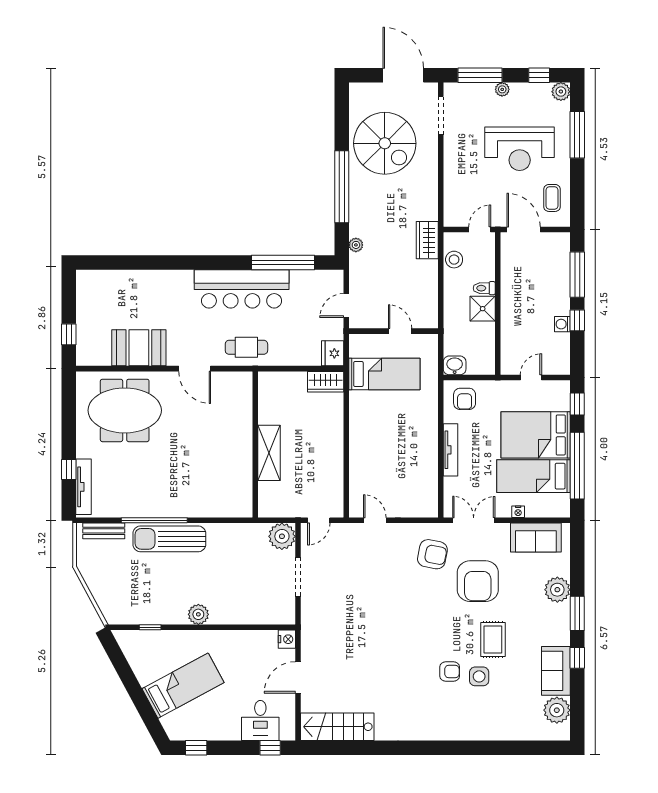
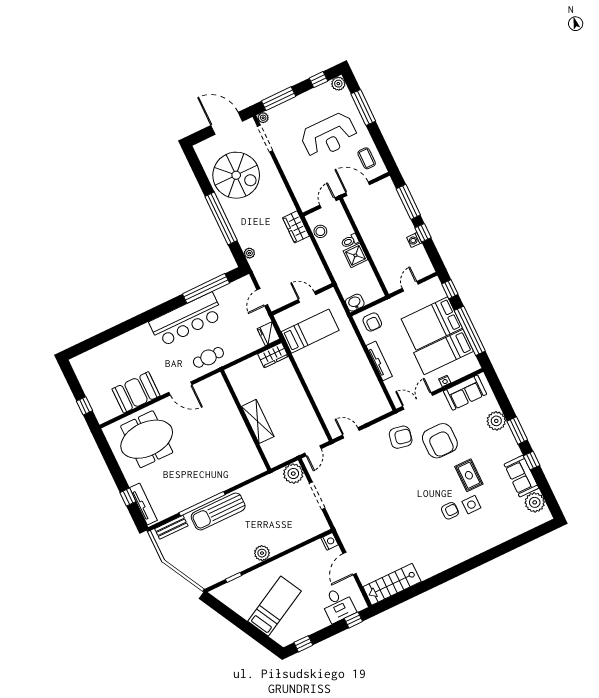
plant: (502, 89) -> (263, 118), moved

